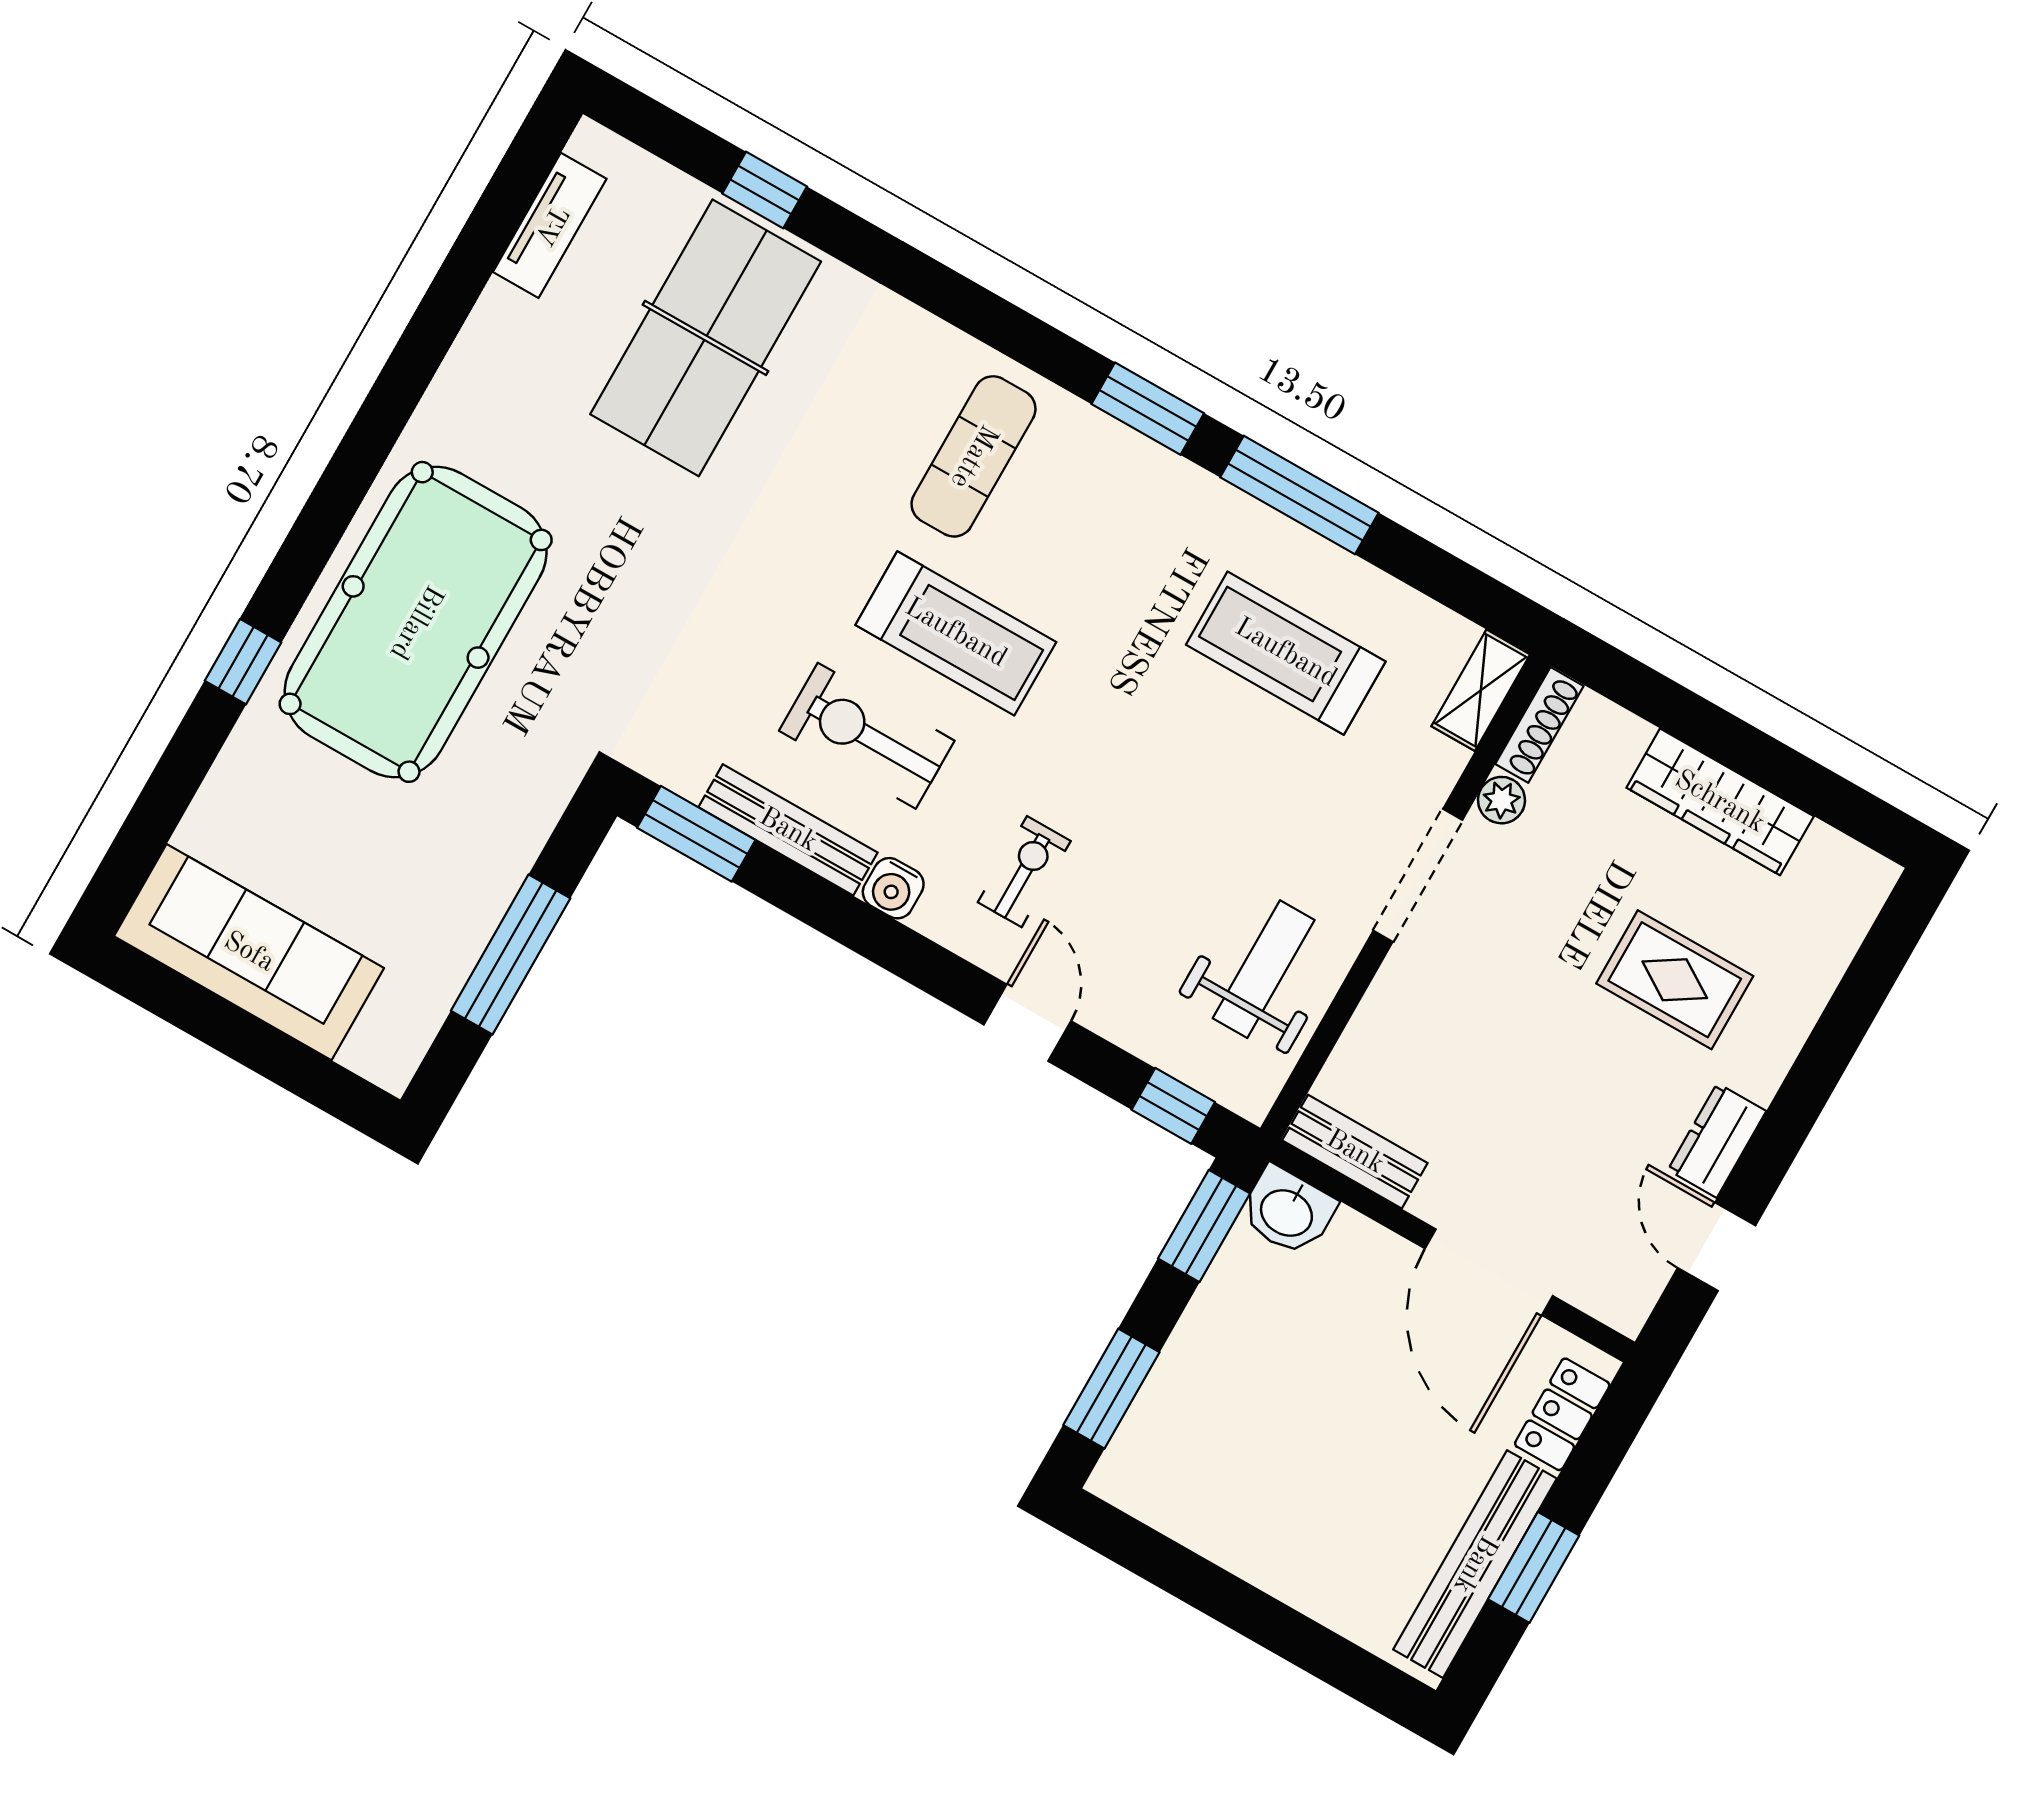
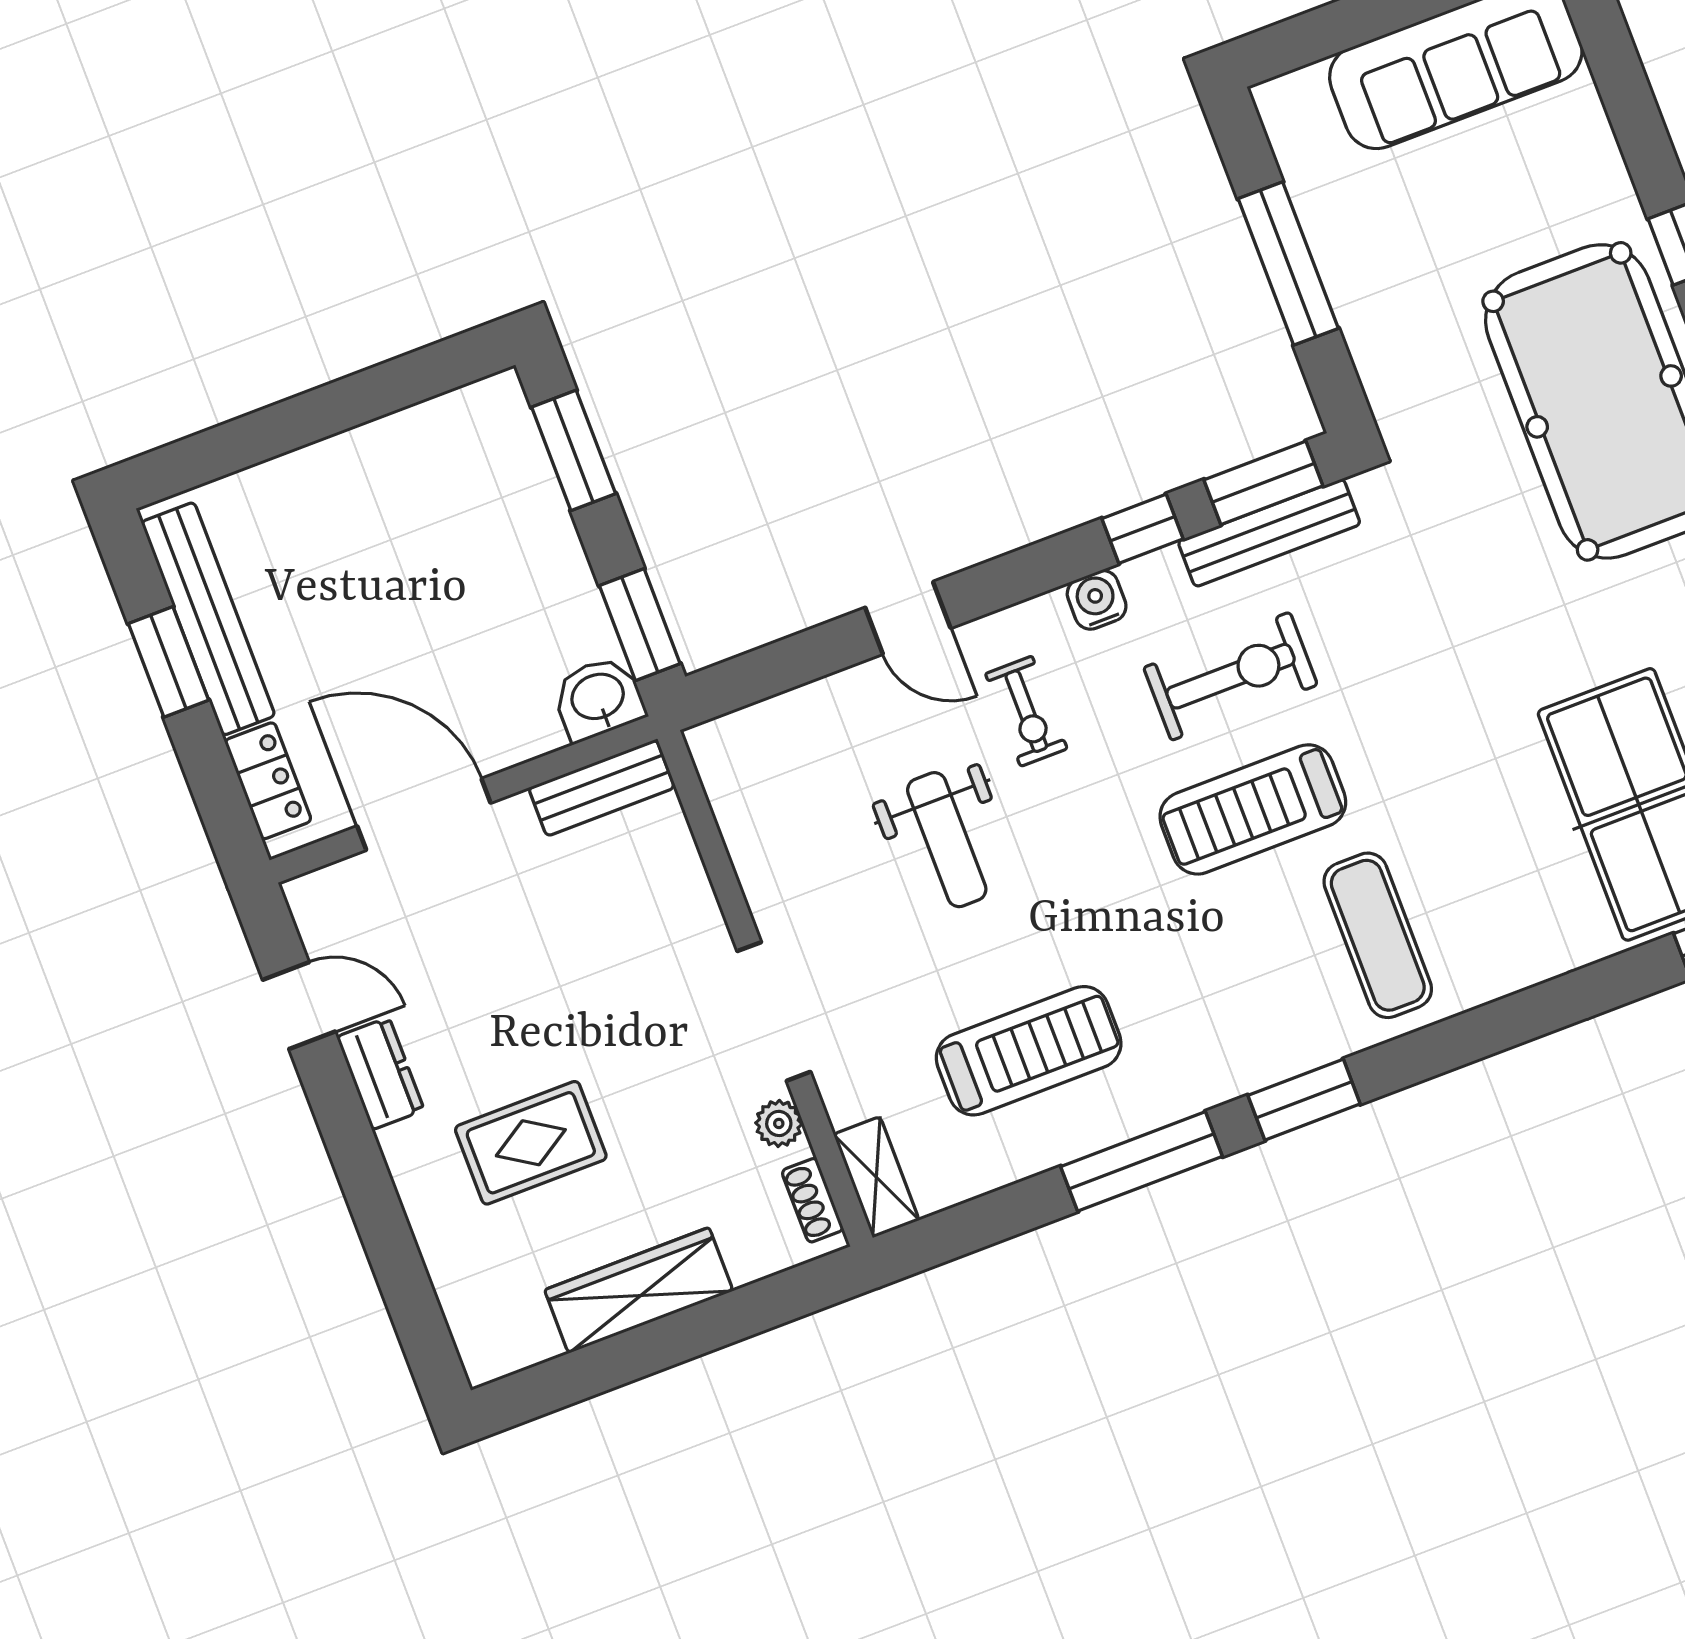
shoe rack: (1539, 725) -> (813, 1200), width x0.70
bench: (788, 830) -> (1269, 533), moved
weight bench: (1264, 969) -> (947, 840), moved
window: (1173, 1106) -> (1142, 529), moved

